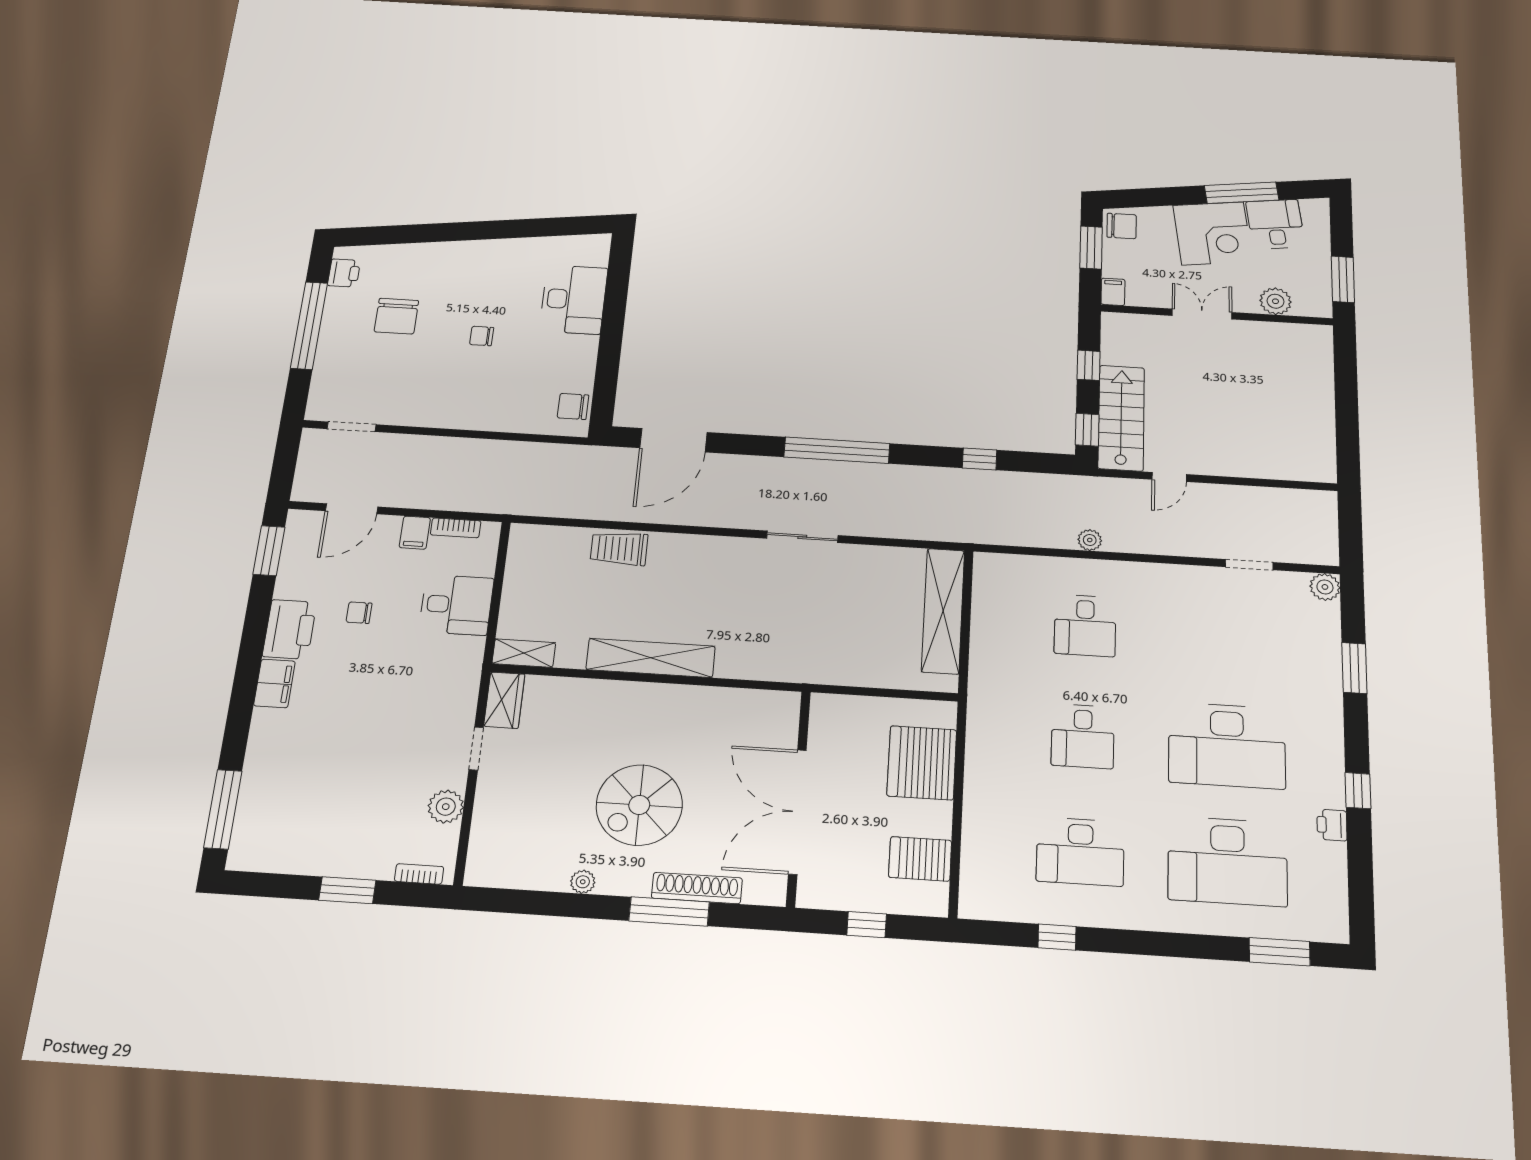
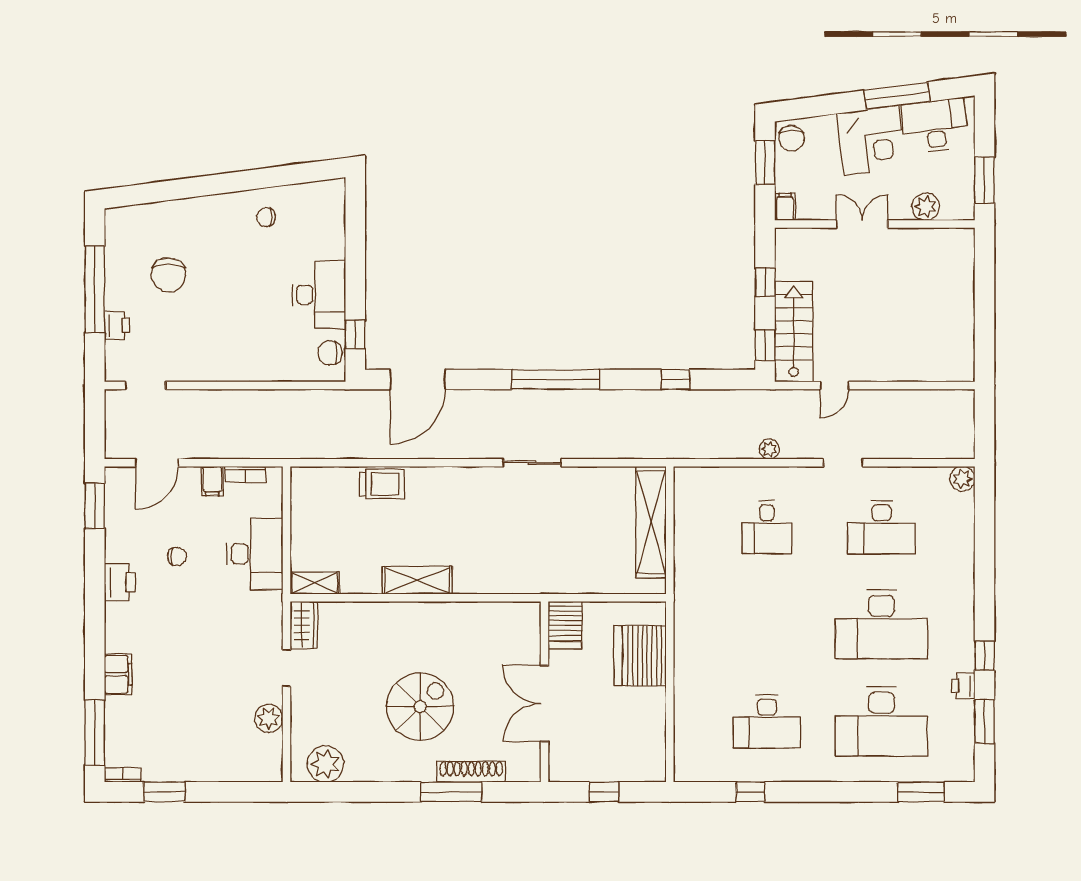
desk: (1275, 224) -> (935, 126), width x1.37
chair: (1122, 226) -> (792, 138), turned 90
printer: (344, 273) -> (117, 325), moved
desk: (574, 299) -> (319, 295), moved
chair: (482, 336) -> (266, 217), moved
window: (605, 389) -> (355, 334), added
trolley: (619, 549) -> (382, 484), turned 180
doorway: (1249, 565) -> (843, 463), moved
desk: (456, 605) -> (255, 554), width x1.37
chair: (359, 613) -> (177, 557), turned 180
printer: (290, 629) -> (120, 582), width x0.73, depth x0.84
shelving: (651, 658) -> (417, 580), width x0.68
window: (1354, 668) -> (985, 722), moved
filing cabinet: (274, 683) -> (118, 674), moved
desk: (1083, 736) -> (881, 527), moved, width x1.37
spiral stairs: (639, 805) -> (420, 707), turned 180
double door: (797, 812) -> (544, 704), width x0.73
server rack: (920, 859) -> (565, 625), moved, turned -90
bookcase: (419, 874) -> (123, 775), moved
plant: (583, 882) -> (325, 764), moved, width x1.87, depth x1.87
window: (347, 890) -> (164, 792), moved

